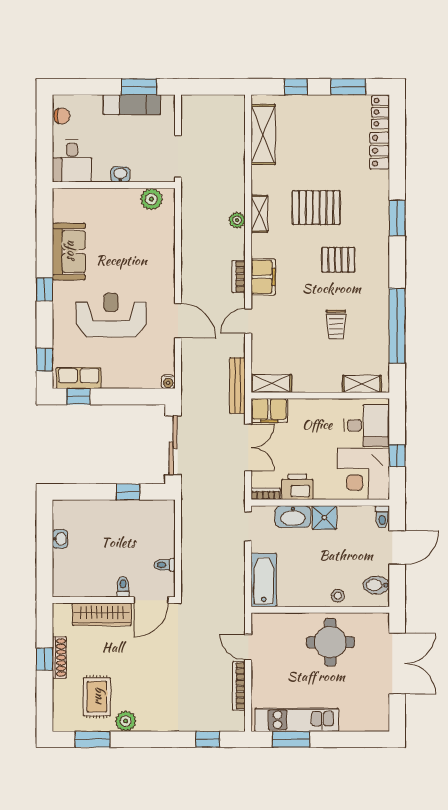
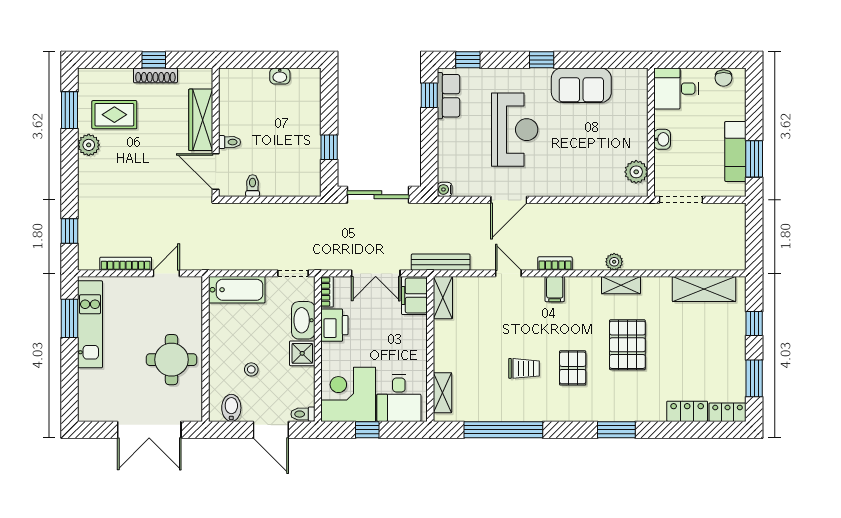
filing cabinet: (263, 277) -> (555, 289), width x0.50
trolley: (336, 324) -> (524, 368), moved, turned 180
stool: (338, 596) -> (251, 369), moved

